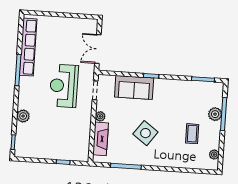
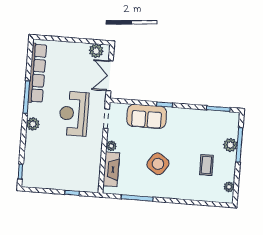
plant: (85, 25) -> (96, 51), added
plant: (23, 116) -> (33, 124), moved

